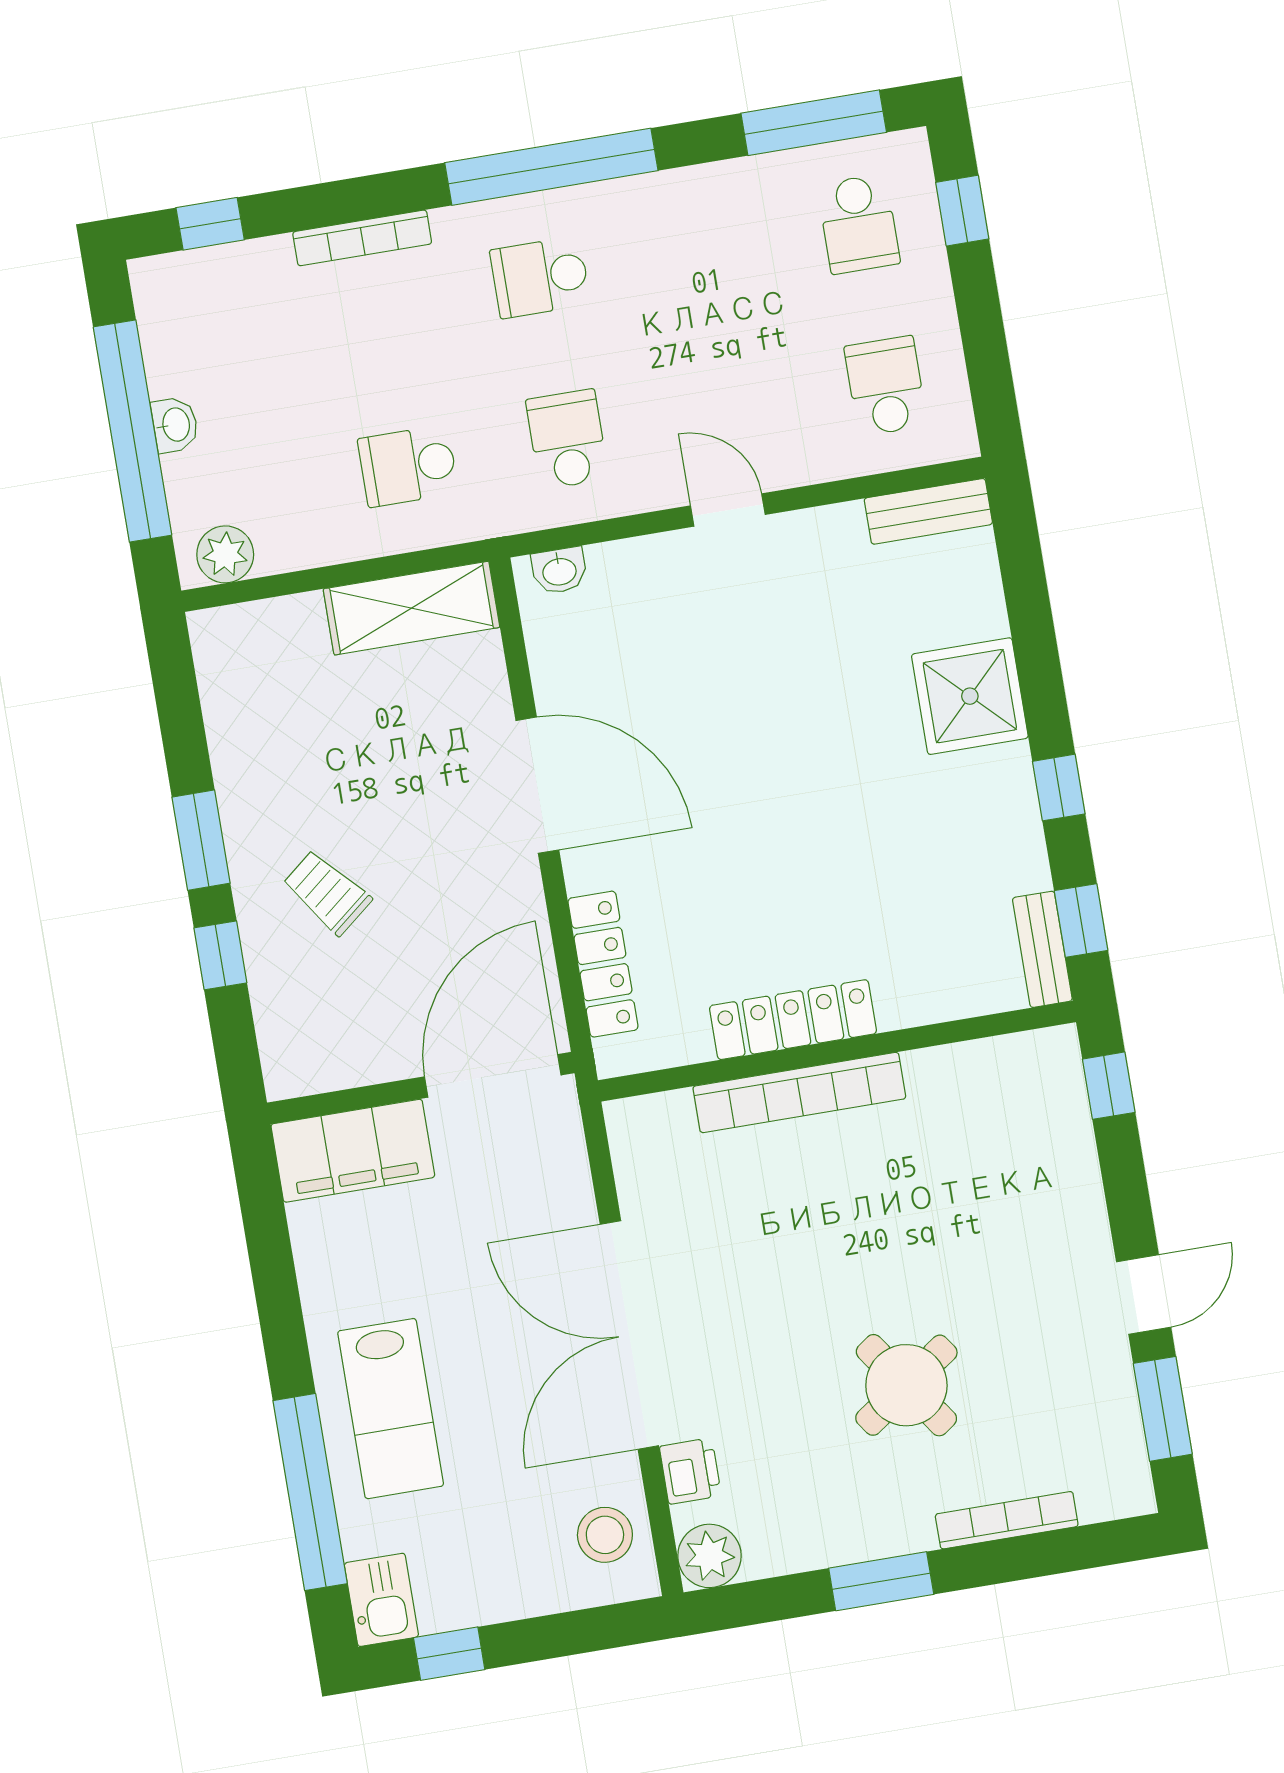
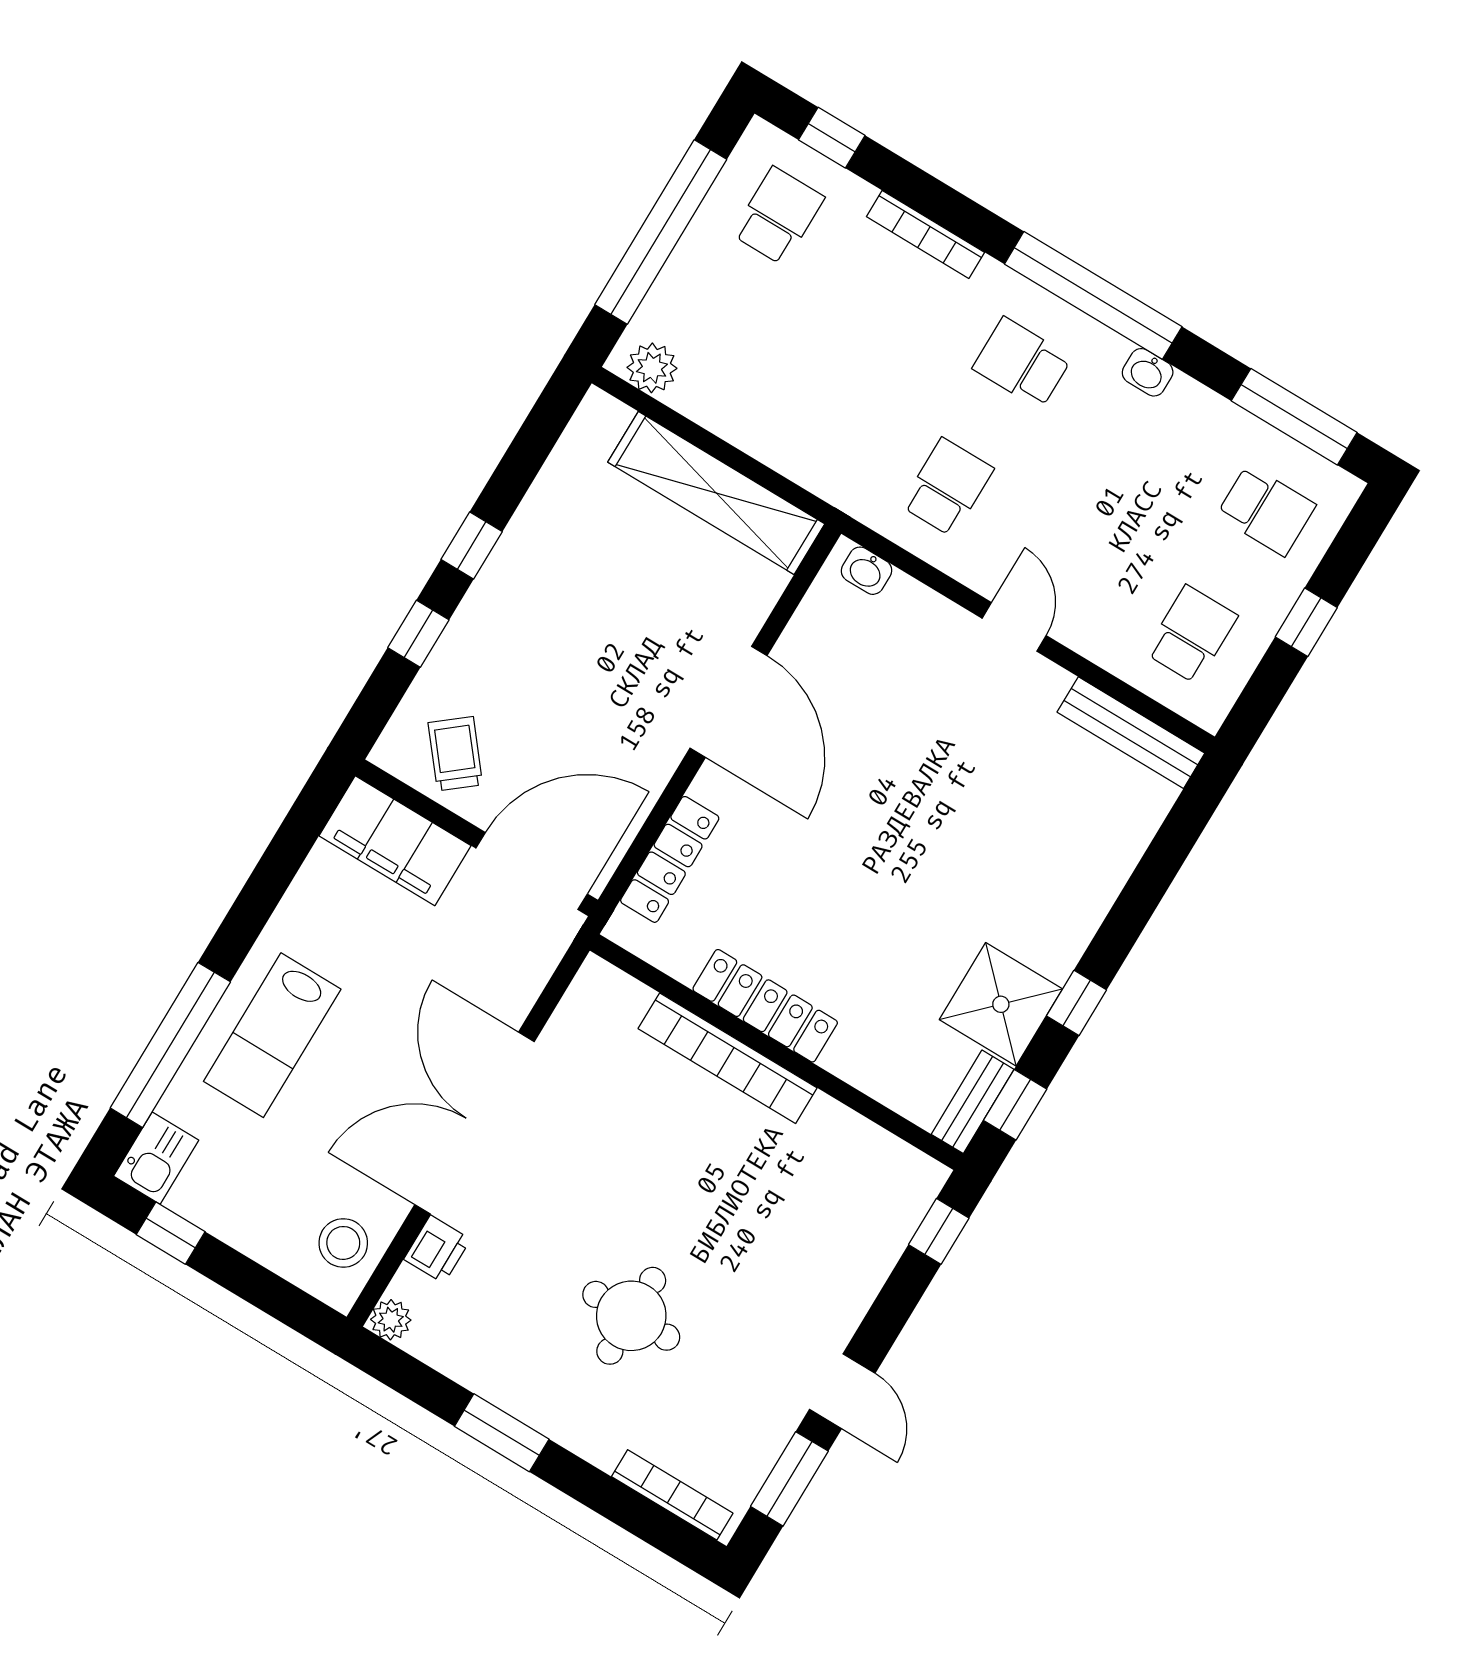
window: (962, 211) -> (1306, 622), moved
school desk: (859, 224) -> (1266, 510), turned -90
washbasin: (175, 425) -> (1148, 372), moved, turned 90
school desk: (408, 466) -> (778, 216), moved, turned 90
bench: (928, 511) -> (1131, 733), width x1.36
shelving: (411, 608) -> (716, 493), width x1.47
shower: (970, 696) -> (1001, 1004), moved
window: (201, 840) -> (472, 545), width x0.67
trolley: (327, 892) -> (455, 754), moved
door: (1144, 1294) -> (842, 1391), hinge flipped
round table: (906, 1385) -> (631, 1316), turned 35
bookcase: (1007, 1520) -> (672, 1495), moved
plant: (709, 1556) -> (391, 1320), width x0.73, depth x0.73

